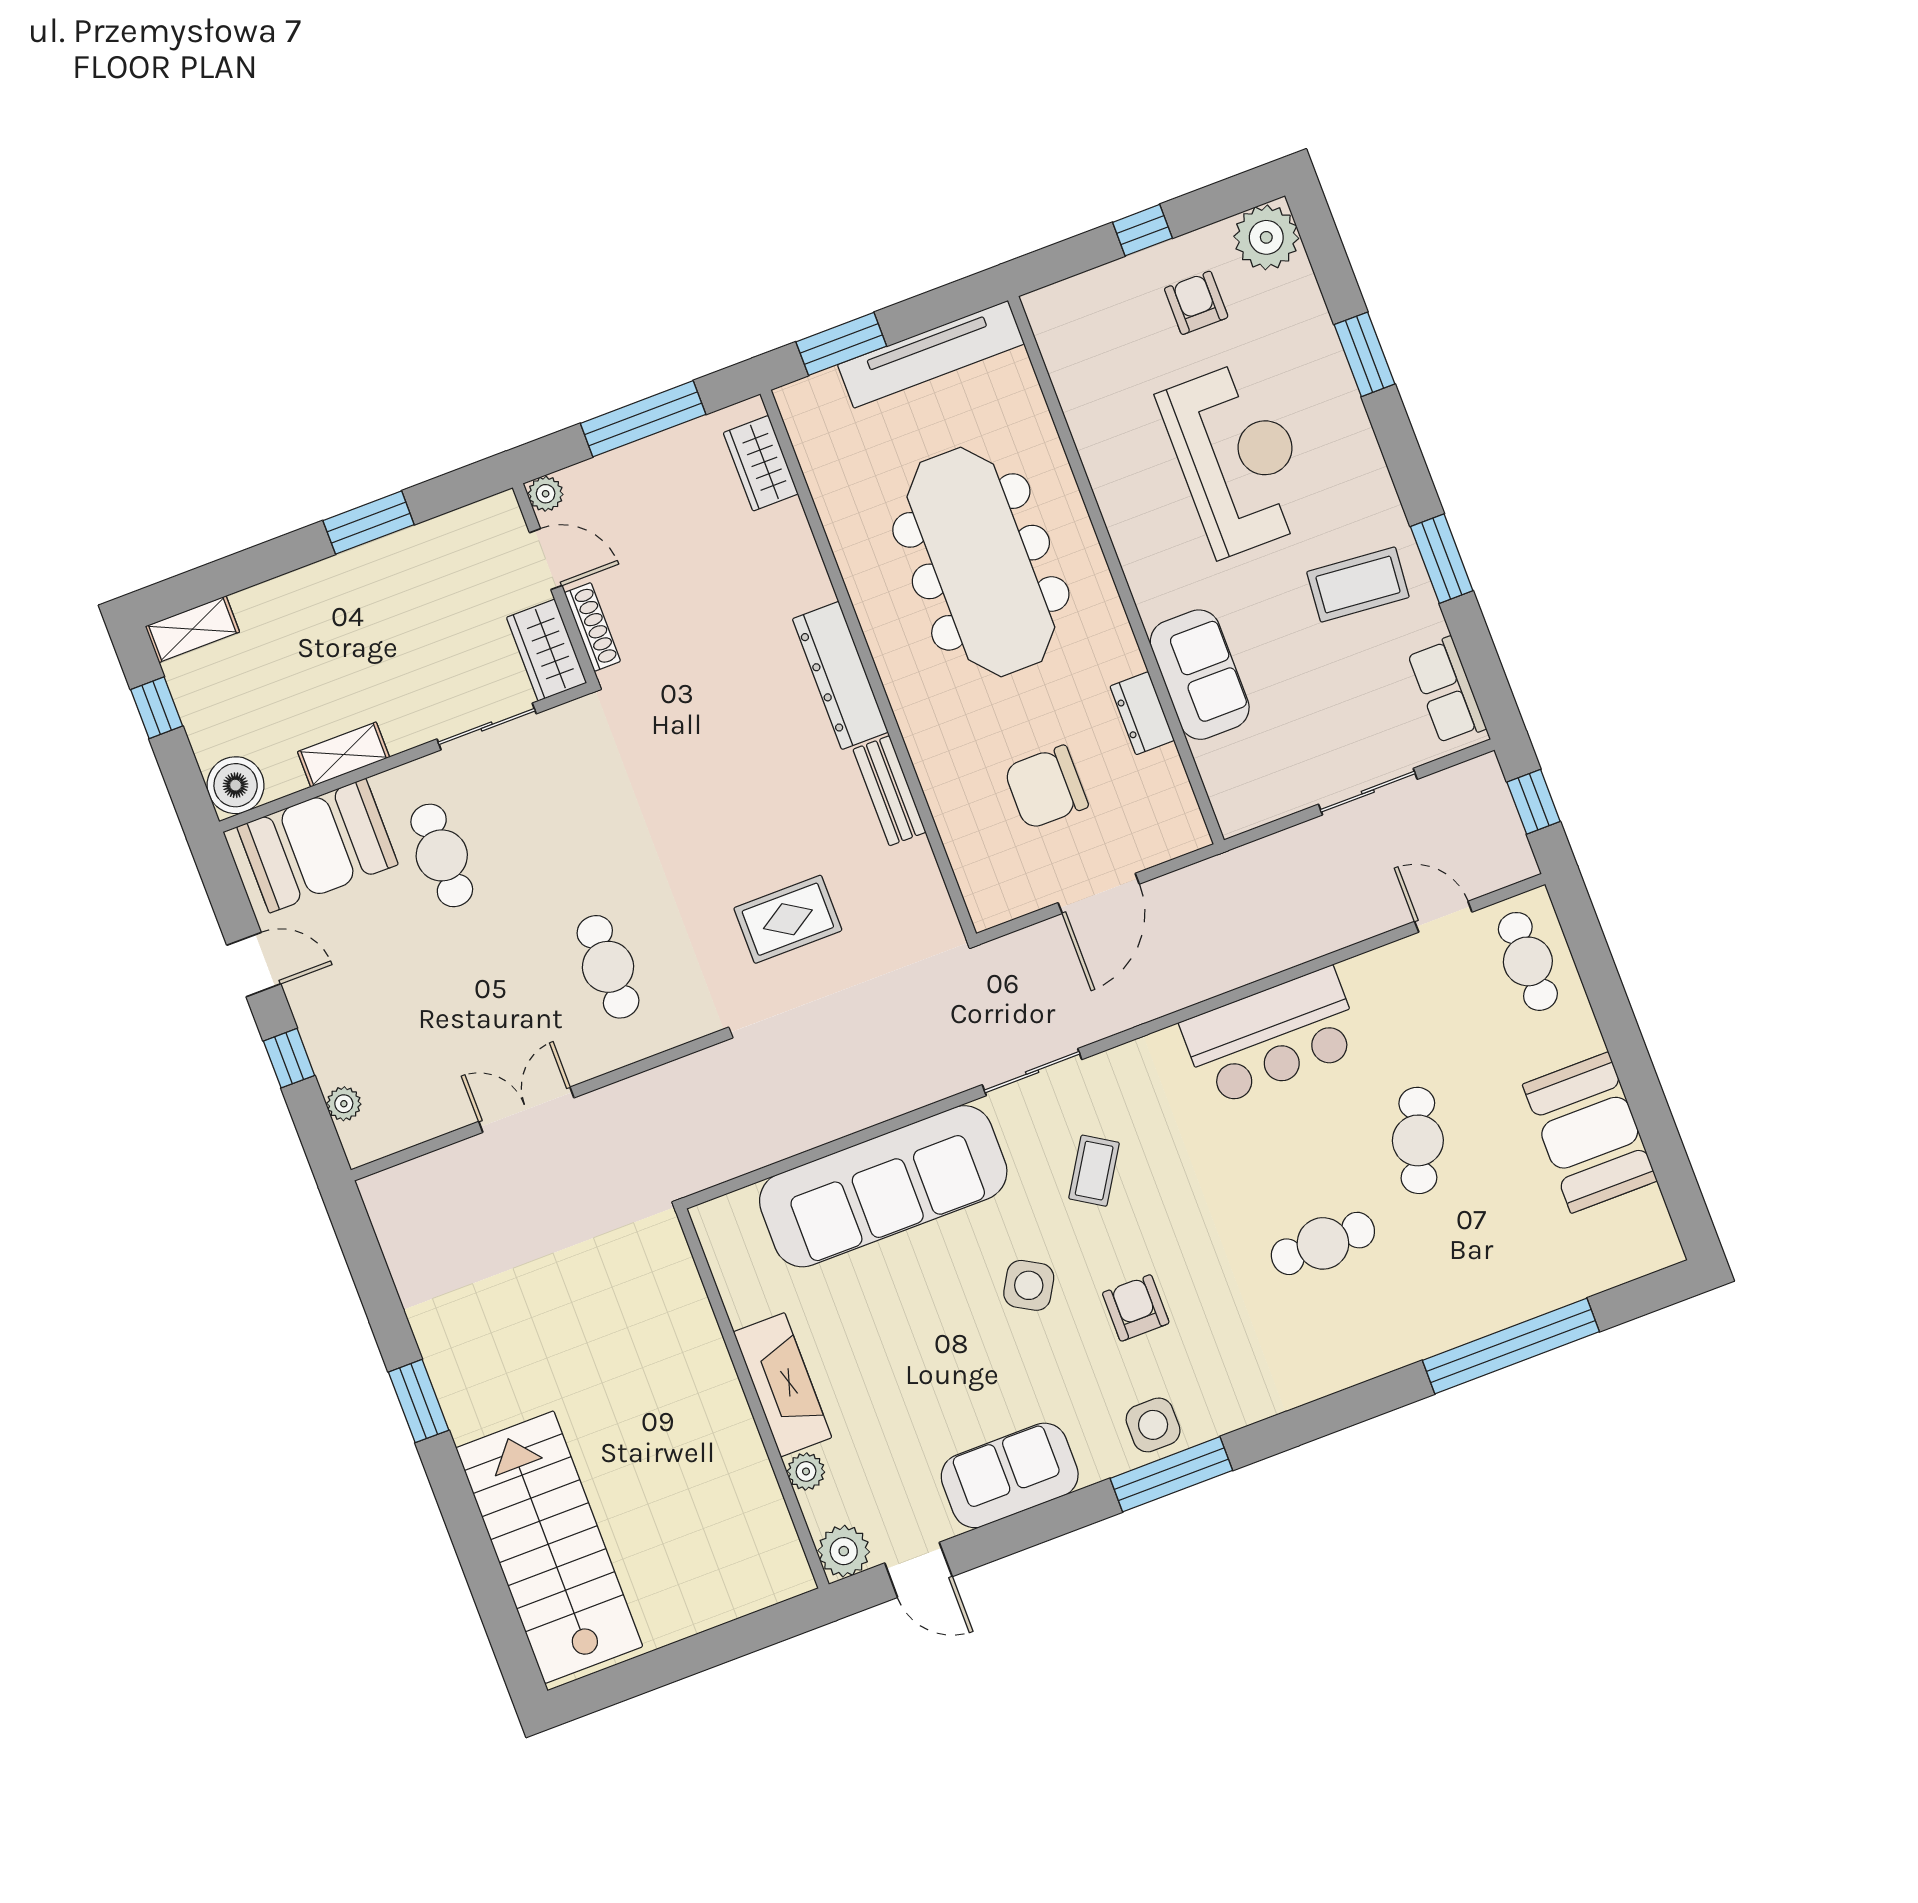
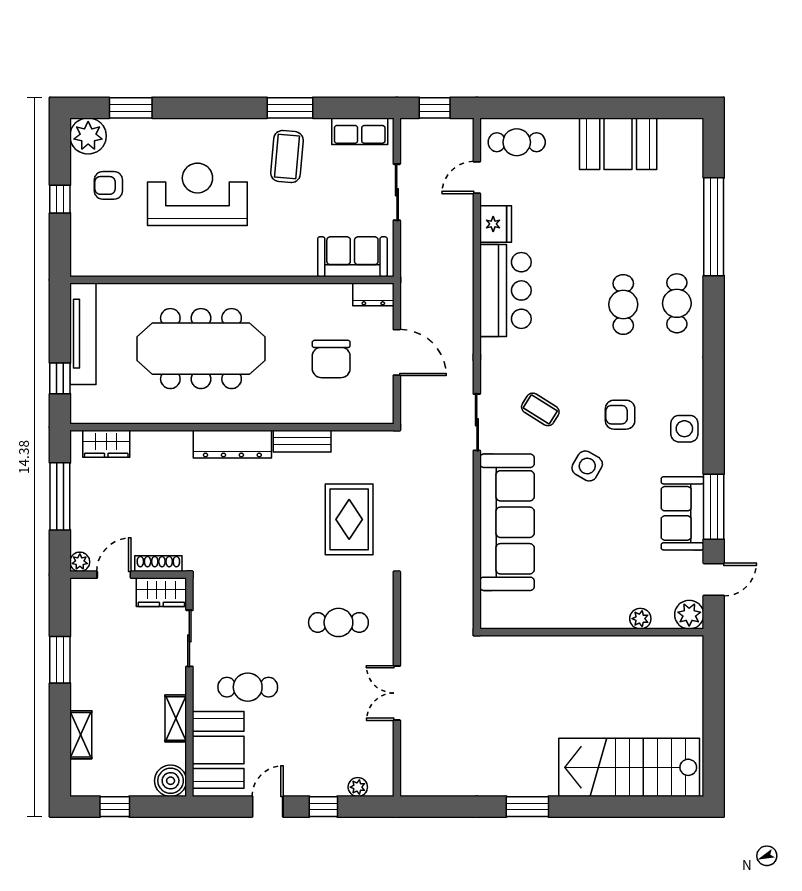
window: (841, 344) -> (60, 378), width x0.67
window: (1365, 354) -> (131, 108), moved
shelving: (192, 629) -> (81, 735), moved
sofa: (1200, 675) -> (352, 257), moved
dresser: (1142, 713) -> (373, 294), moved
rug: (788, 919) -> (349, 519), width x1.36, depth x1.43
fridge: (1377, 978) -> (496, 224), added
cafe table: (1418, 1140) -> (677, 303), moved, turned 71
fireplace: (783, 1385) -> (591, 614), removed
window: (1171, 1474) -> (714, 507), moved

